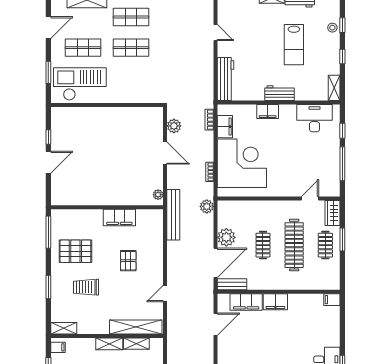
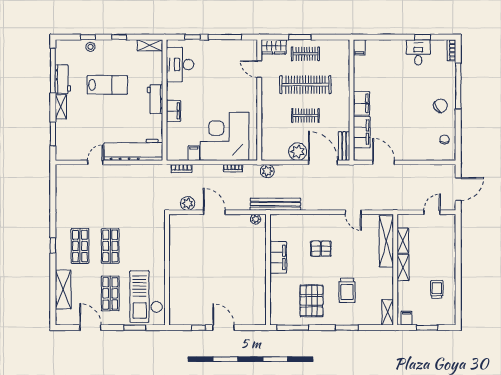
workbench: (226, 79) -> (133, 150), width x1.36, depth x1.32
filing cabinet: (225, 127) -> (194, 153), width x0.50
door: (165, 153) -> (214, 212), hinge flipped

